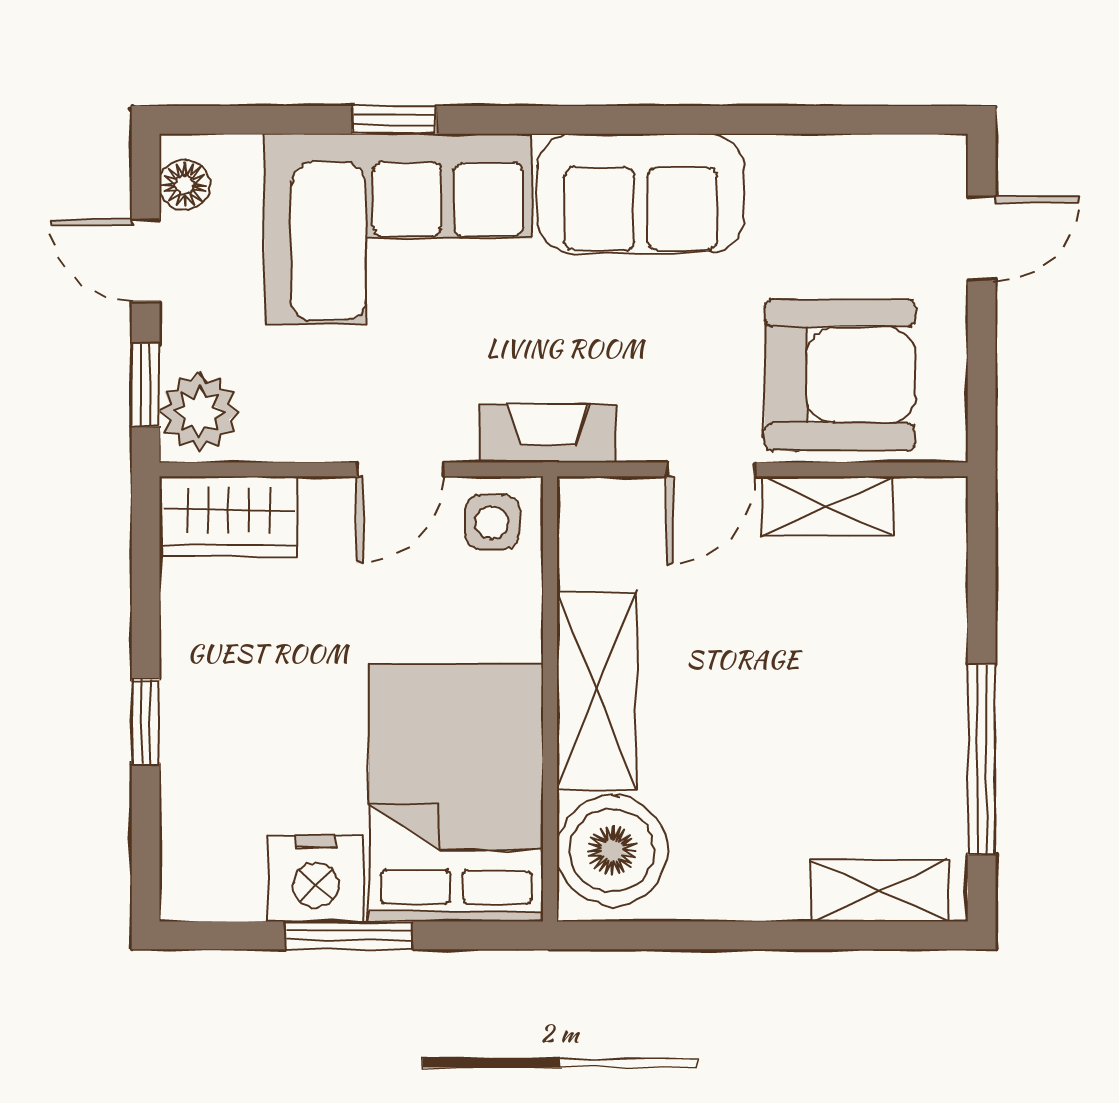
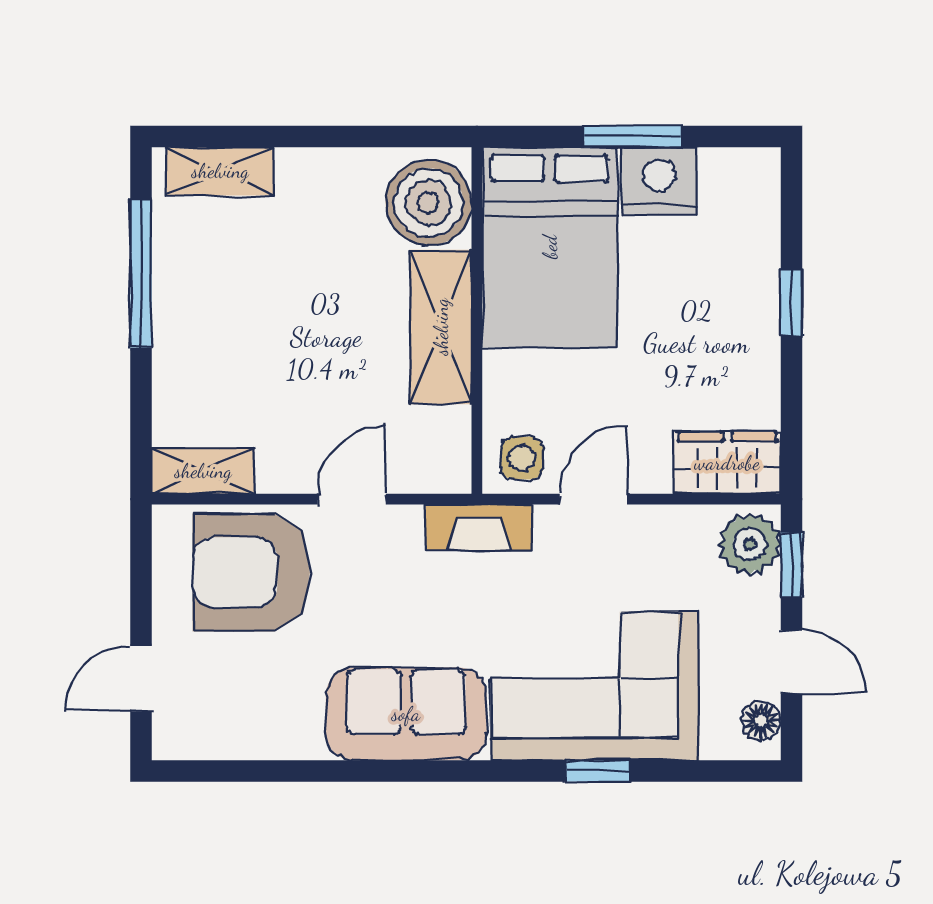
shelving: (827, 506) -> (203, 471), moved

